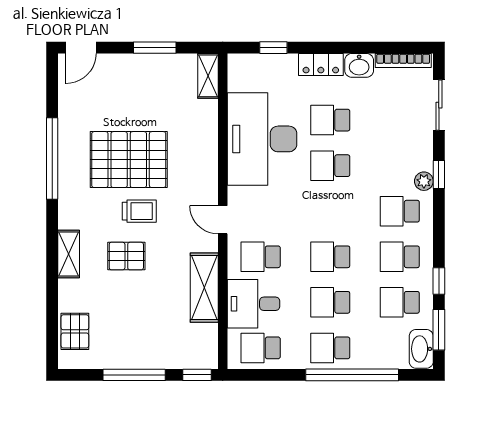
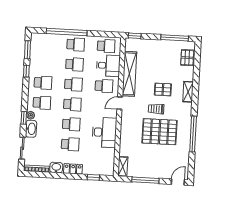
window: (155, 48) -> (145, 180), width x1.44
desk: (262, 139) -> (104, 132), width x0.73, depth x0.77
door: (223, 220) -> (120, 103), swing flipped
shelving: (204, 288) -> (129, 74), width x1.47
school desk: (400, 302) -> (72, 104), moved
washbasin: (421, 349) -> (31, 129), moved
window: (134, 375) -> (175, 38), moved

